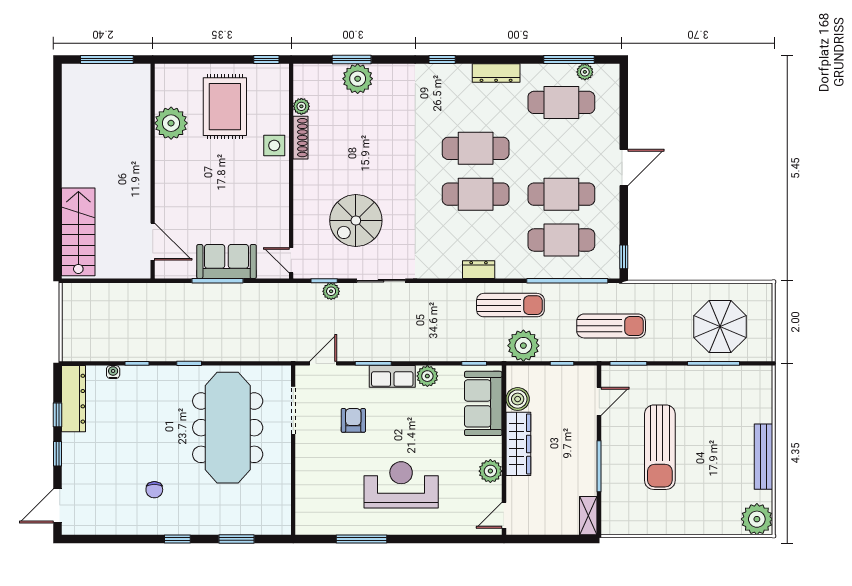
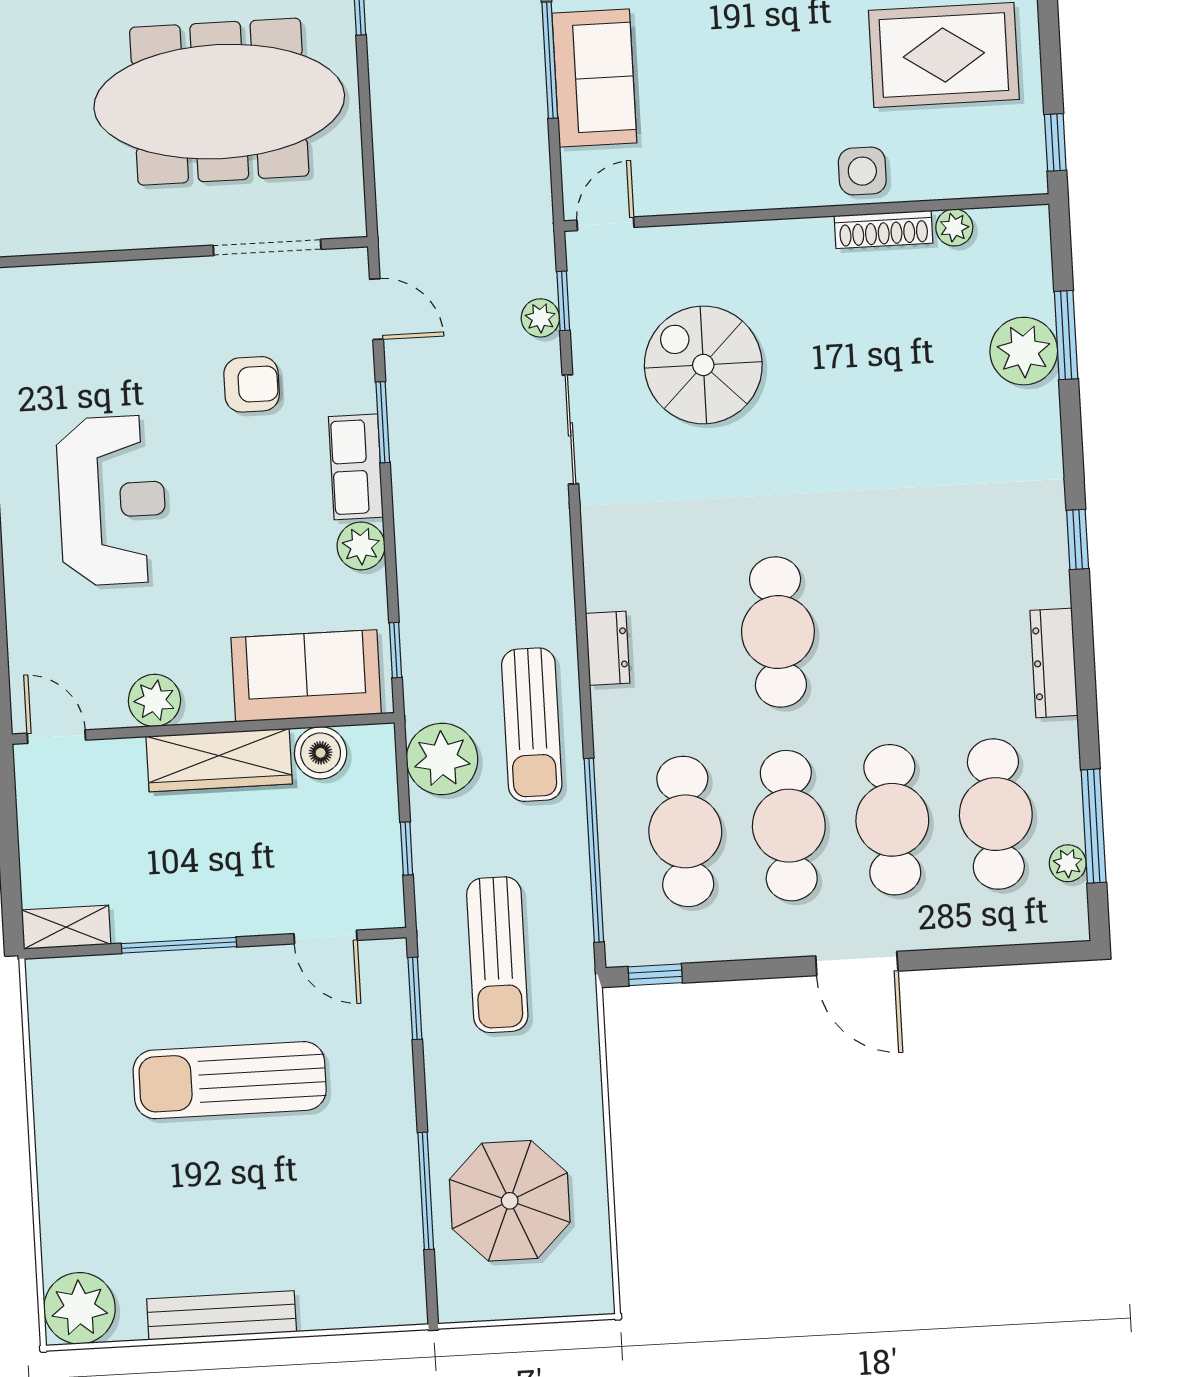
cafe table: (476, 148) -> (892, 820), moved

